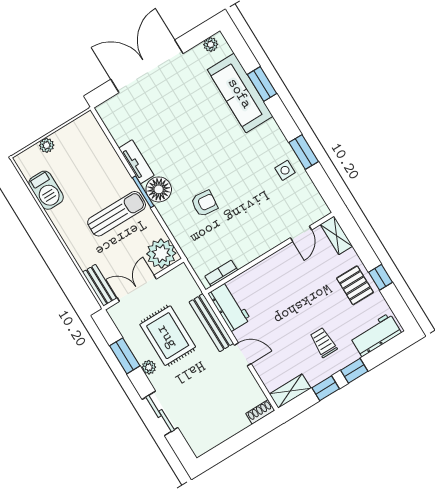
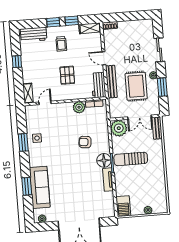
barbecue: (46, 190) -> (123, 206), moved, turned 180
plant: (243, 255) -> (79, 107), added
pallet: (355, 285) -> (67, 75), moved

